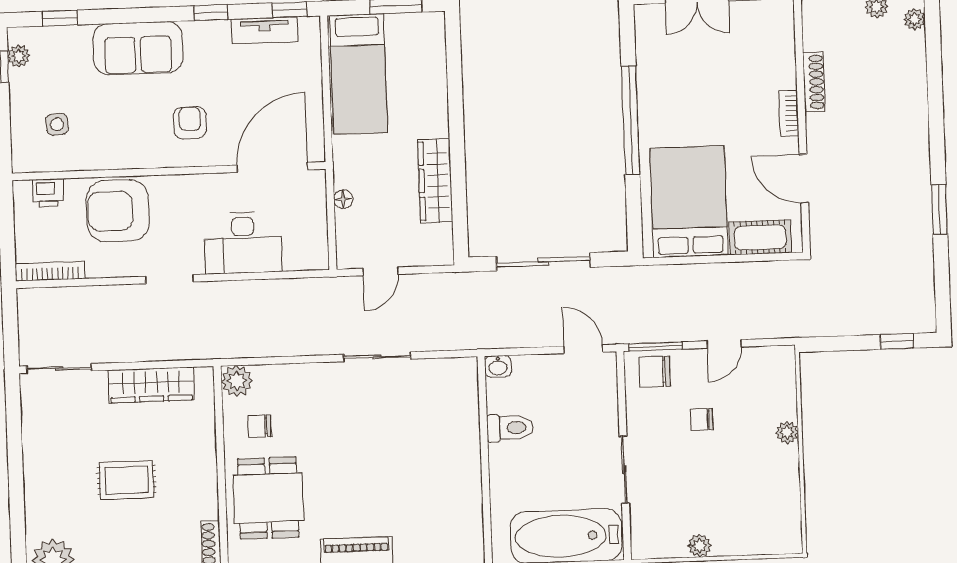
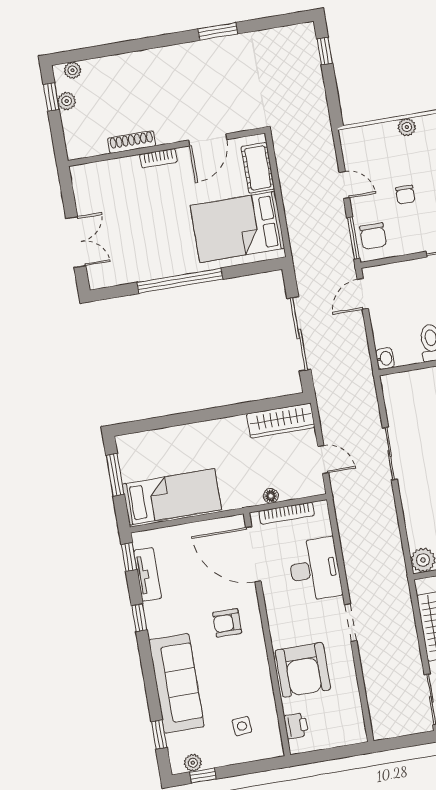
sofa: (138, 48) -> (177, 683), width x1.36
wardrobe: (435, 181) -> (281, 421), moved
bookcase: (50, 271) -> (287, 513), moved, turned -90

